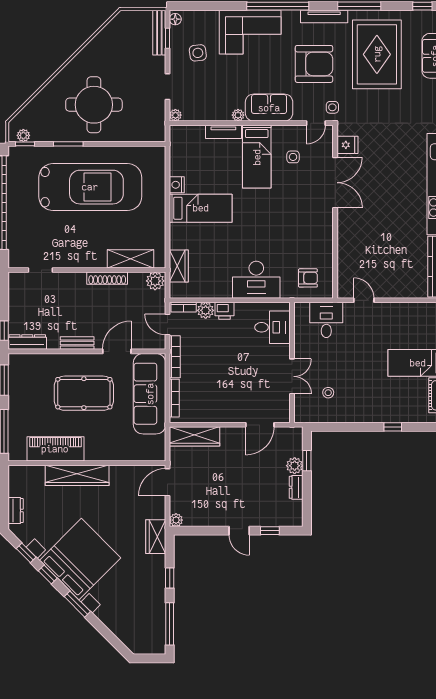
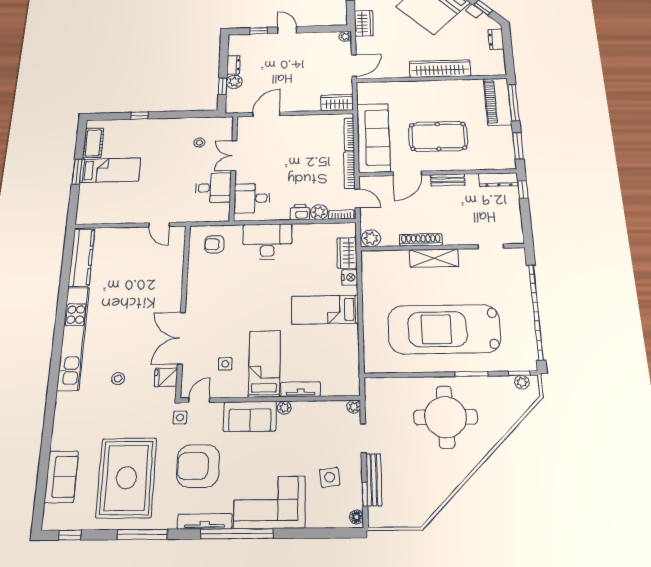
tv unit: (324, 17) -> (205, 521), moved
bench: (159, 33) -> (374, 480), moved
stool: (392, 144) -> (118, 379), added
nightstand: (177, 185) -> (350, 277), moved
shelving: (130, 259) -> (434, 258), moved
desk: (326, 320) -> (213, 188), moved, turned -90
wardrobe: (194, 436) -> (337, 103), width x0.67
piano: (55, 449) -> (497, 102), moved, turned 90

